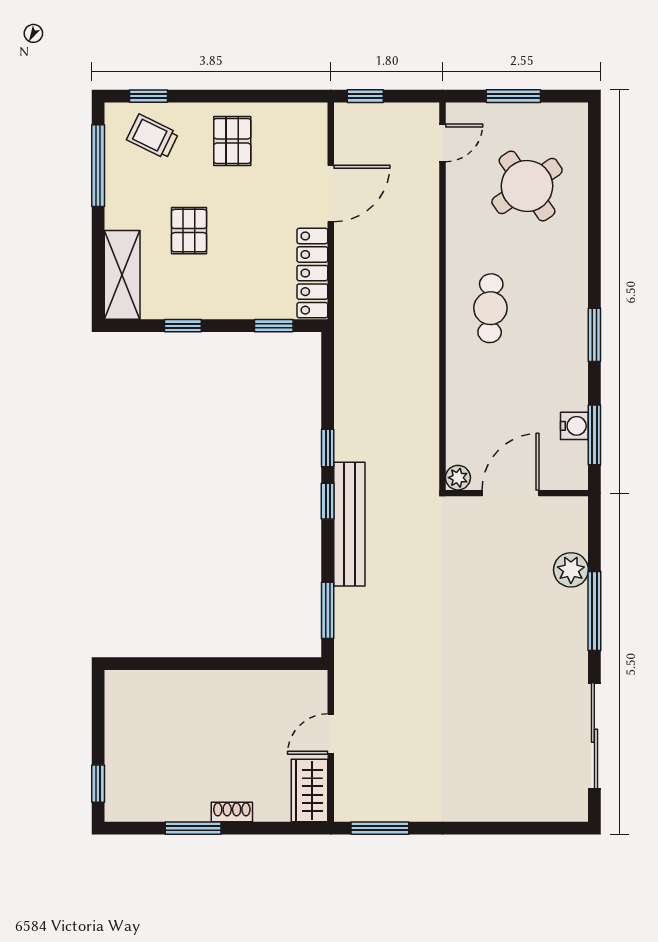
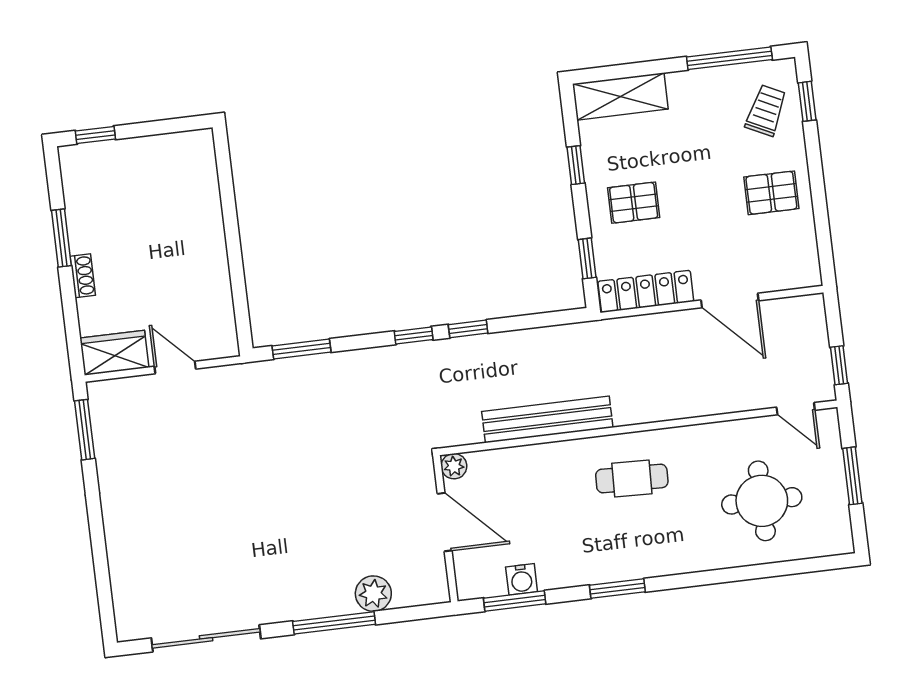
window: (365, 96) -> (839, 365), moved
round table: (527, 186) -> (762, 501), turned 35
pallet: (189, 231) -> (634, 203), moved
bench: (349, 524) -> (547, 419), moved

